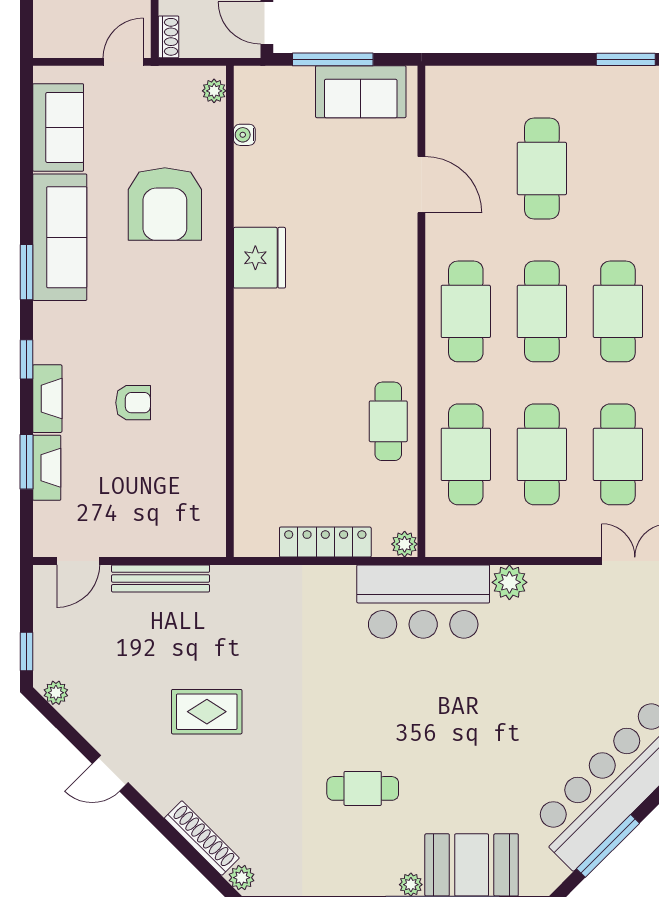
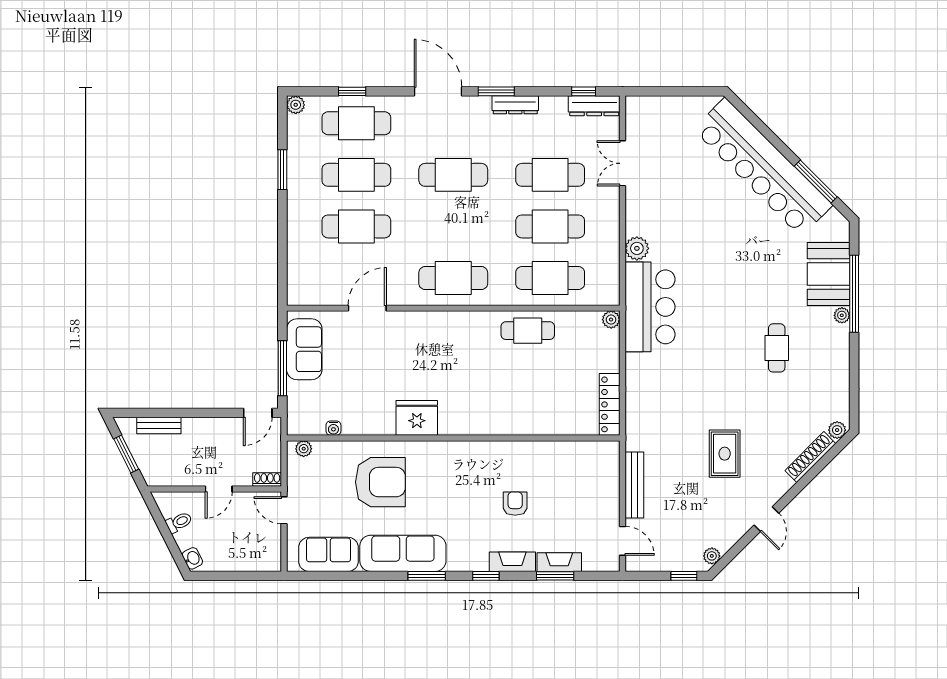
cafe table: (542, 311) -> (356, 175), moved
locker: (325, 542) -> (610, 404), moved

